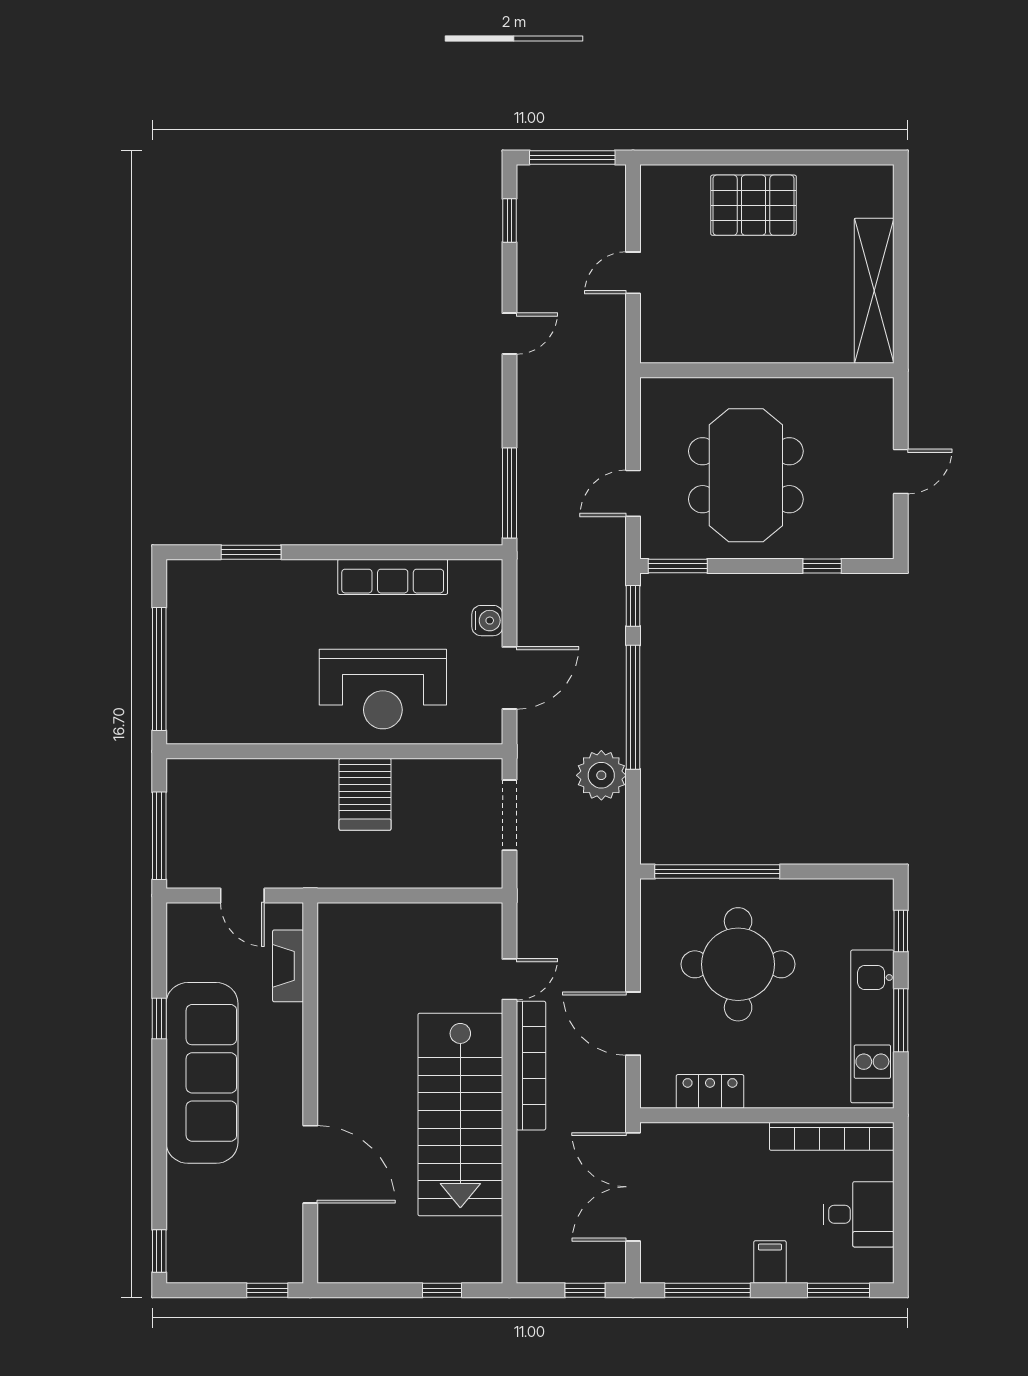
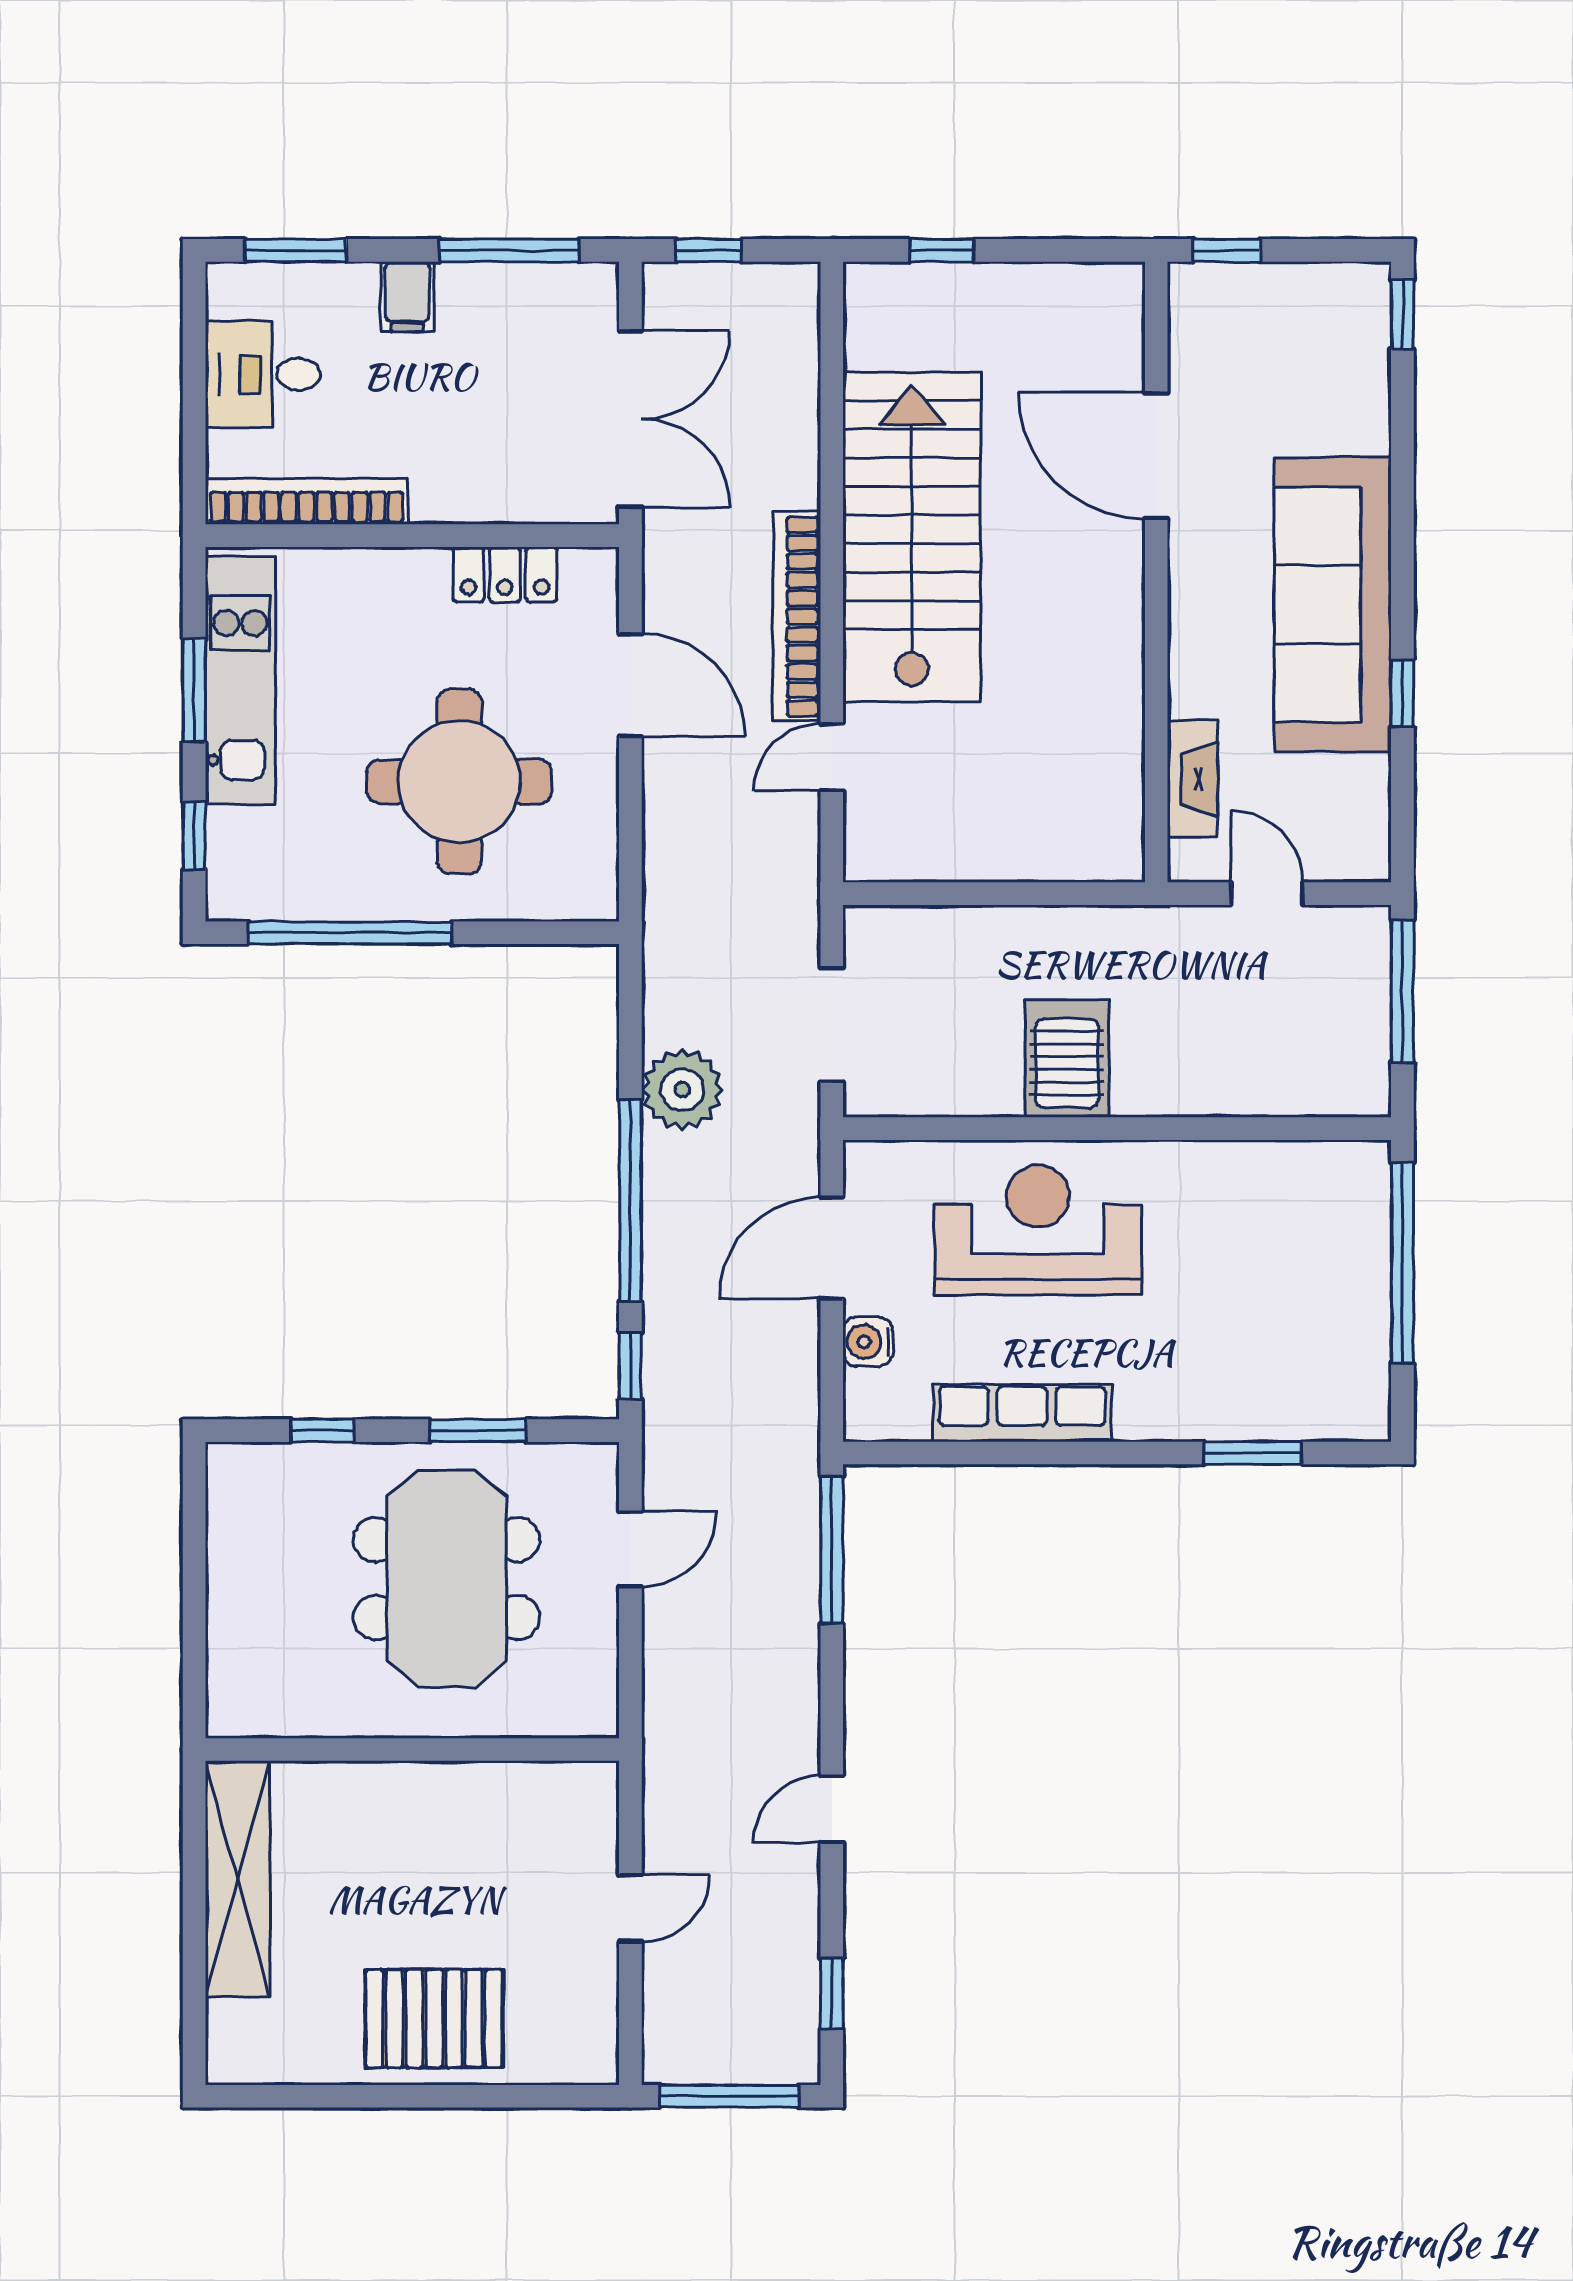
door: (901, 472) -> (194, 1585), removed
window: (678, 566) -> (478, 1431), moved
window: (717, 872) -> (350, 933), moved

